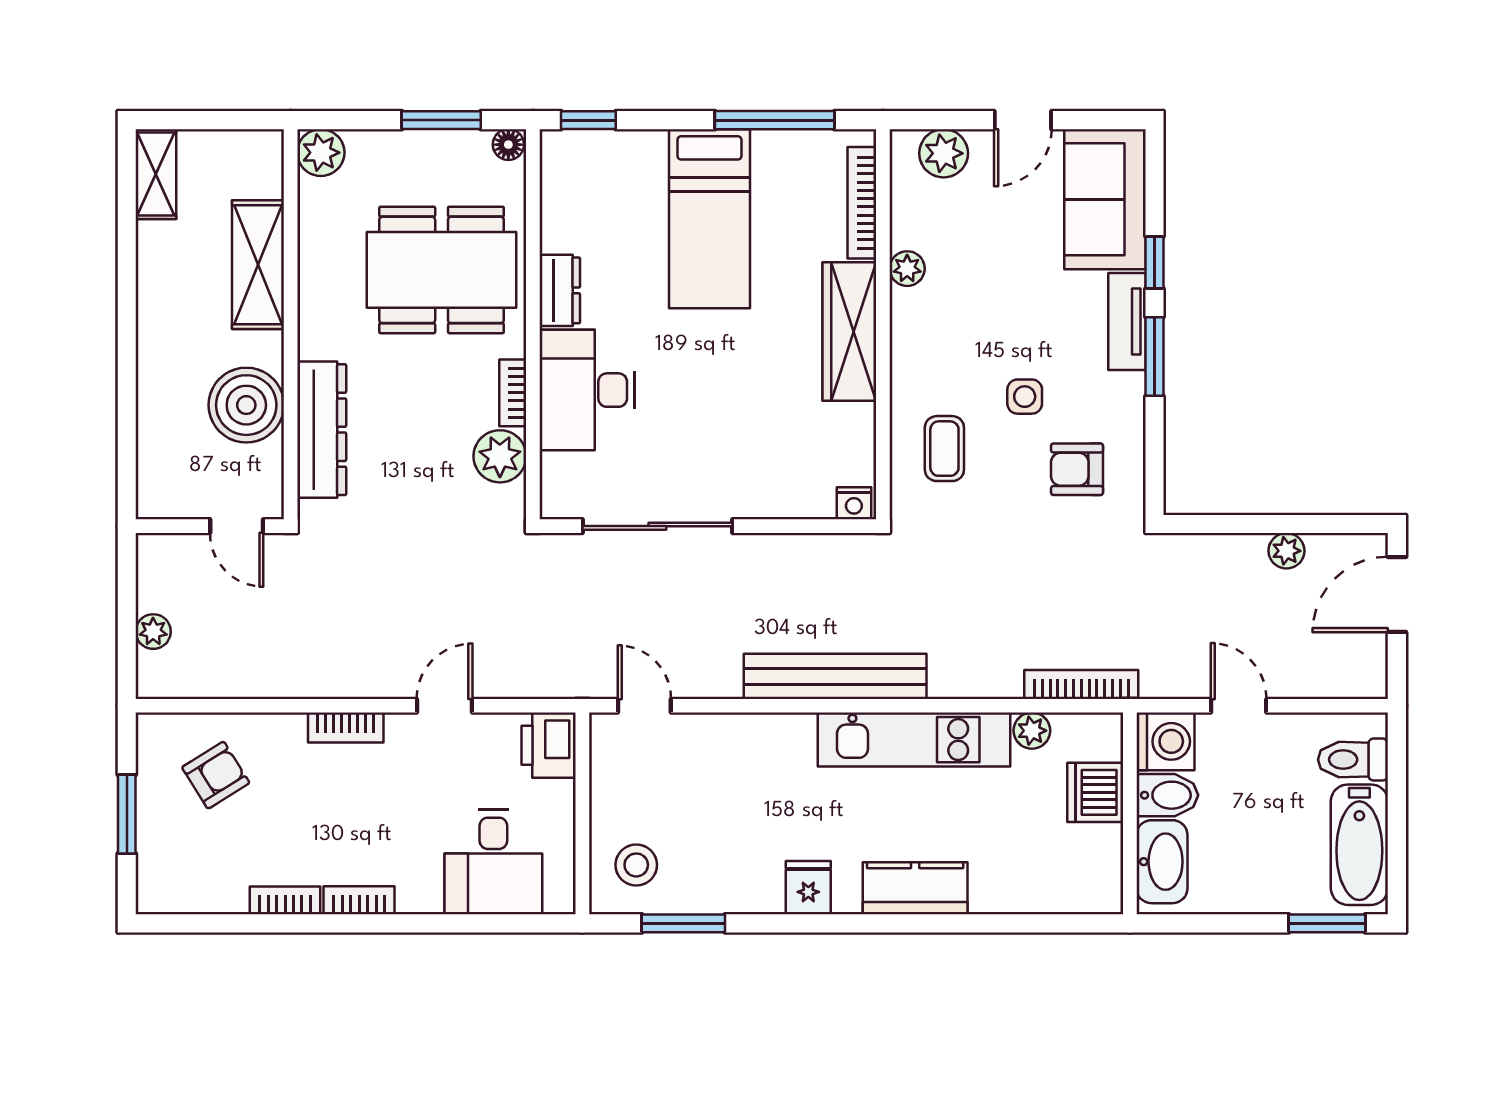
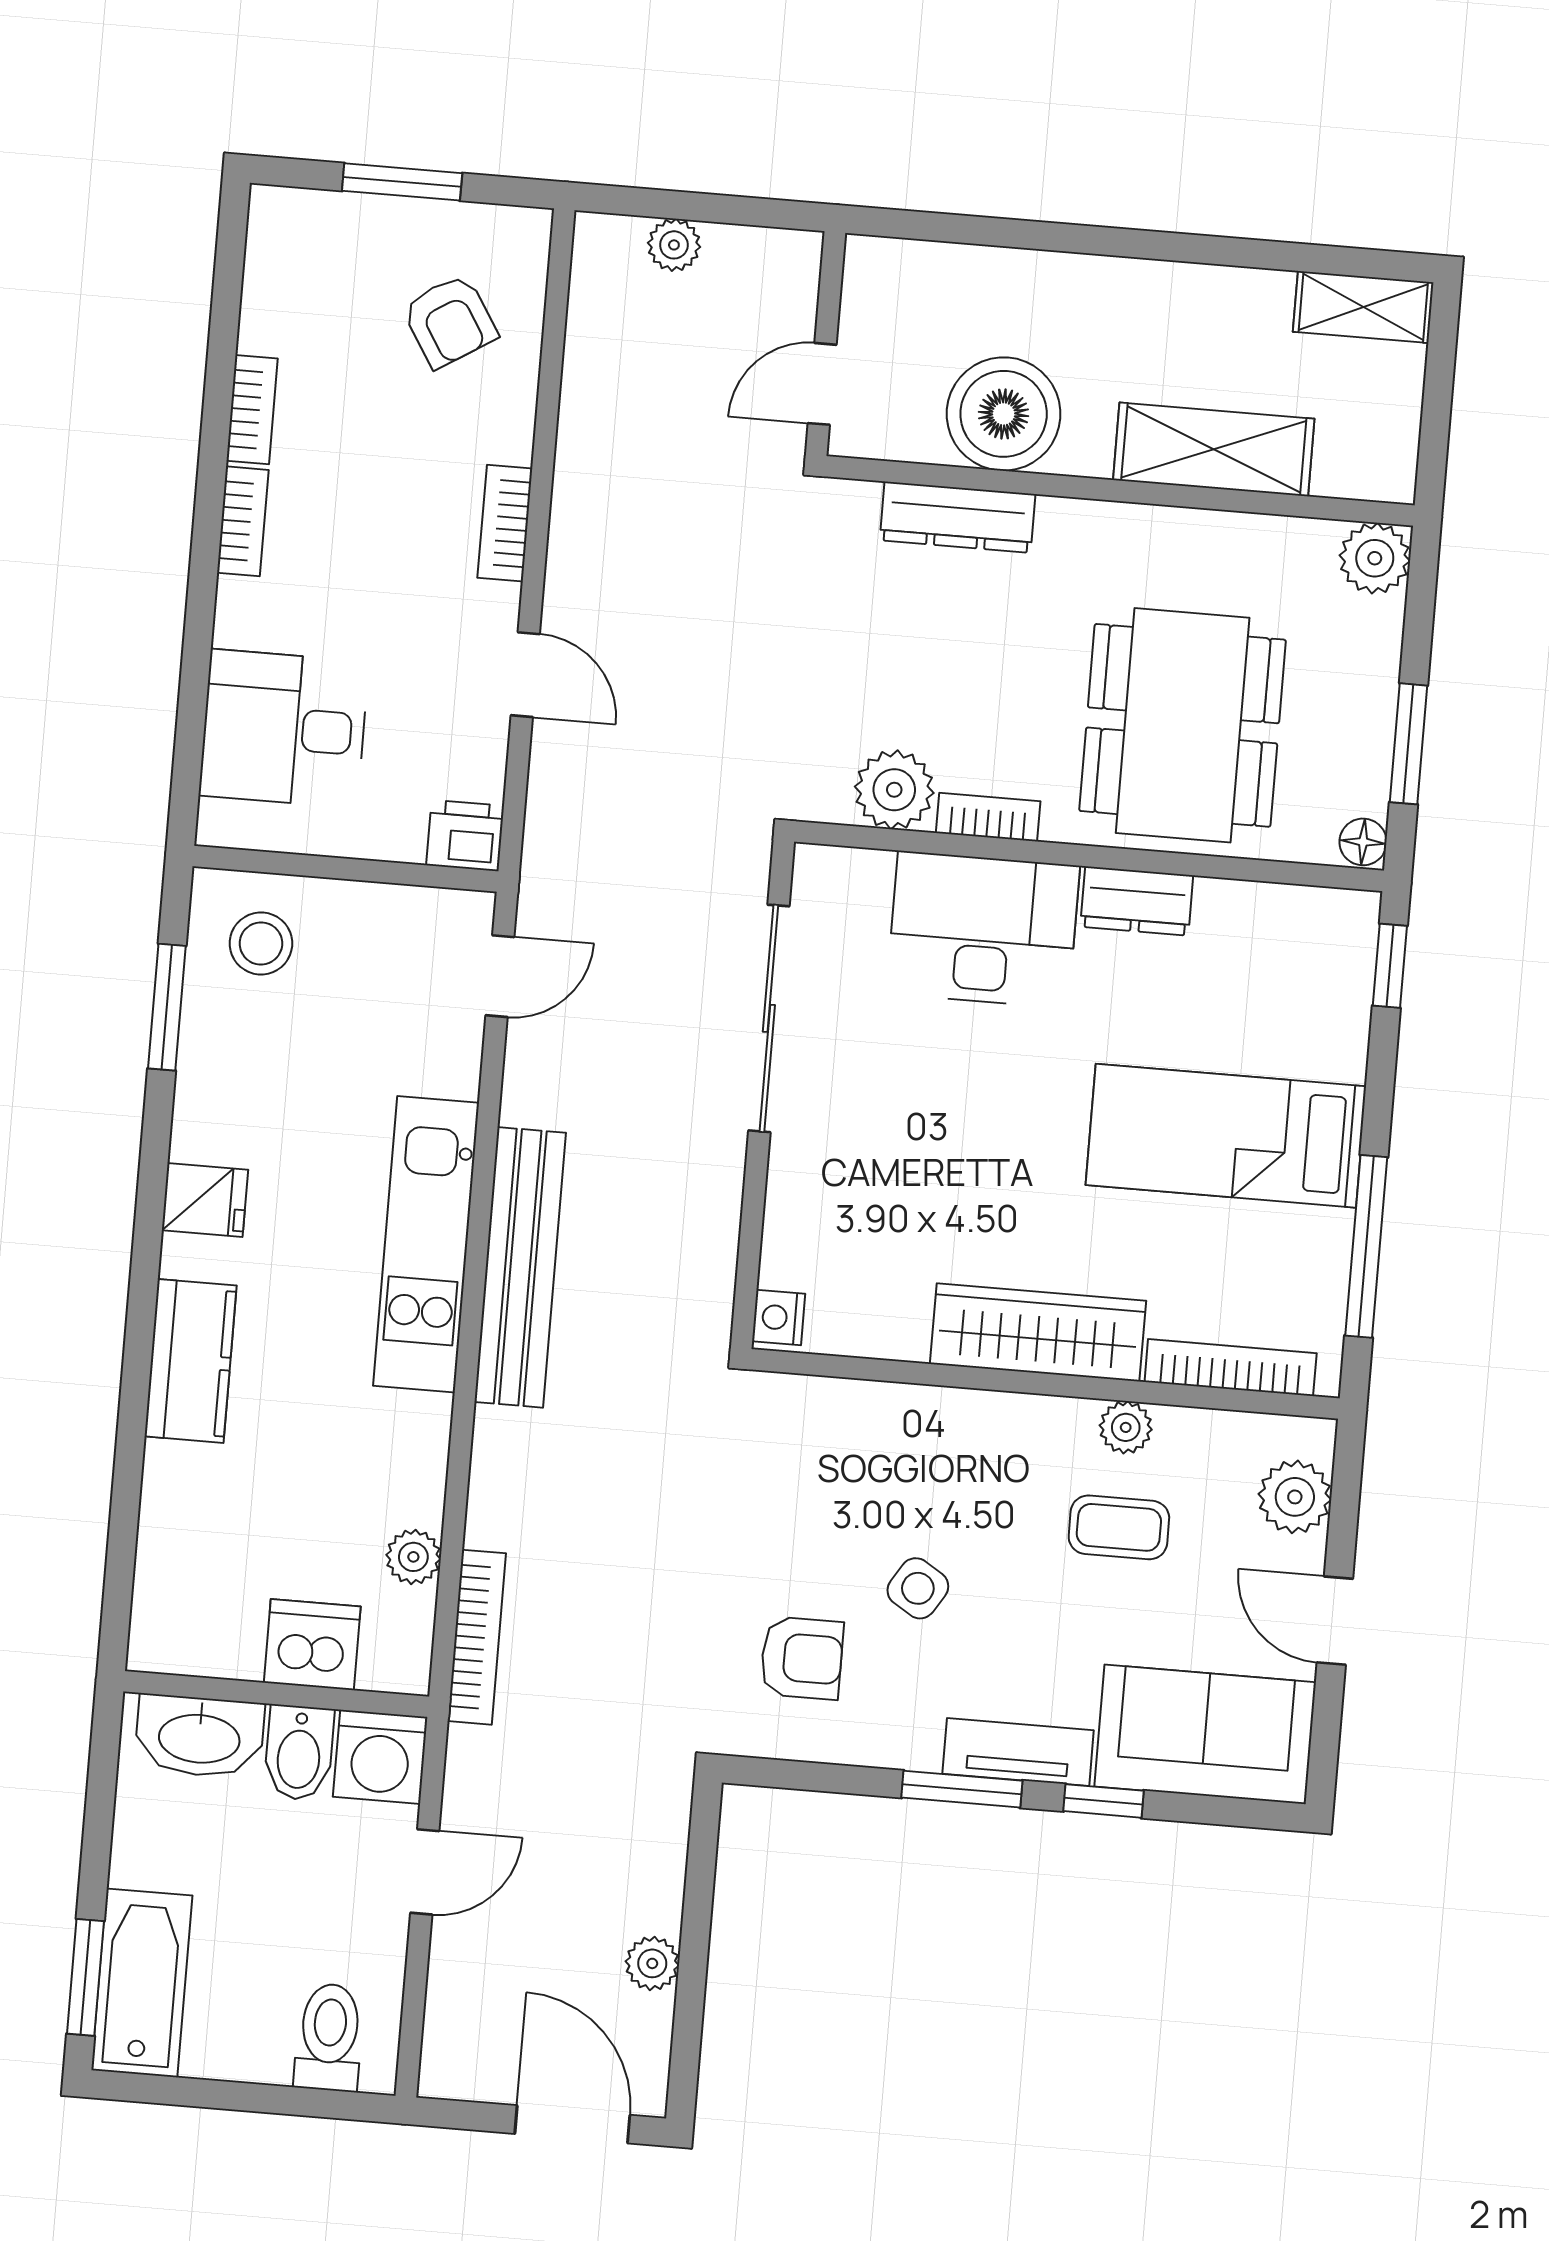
side table: (1025, 397) -> (918, 1588), turned 32
dresser: (322, 430) -> (958, 517), width x0.73, depth x0.80
coffee table: (944, 449) -> (1119, 1527), moved
armchair: (1077, 469) -> (802, 1658), turned 90
kitchen unit: (914, 740) -> (426, 1244), moved
printer: (549, 745) -> (465, 835), width x0.73, depth x0.81
bathtub: (1359, 845) -> (142, 1983), moved, turned 90

